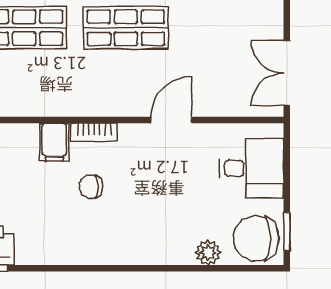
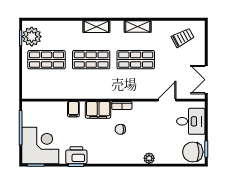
door: (171, 120) -> (167, 100), moved
filing cabinet: (54, 142) -> (98, 110), width x2.00
plant: (208, 253) -> (149, 158), moved

